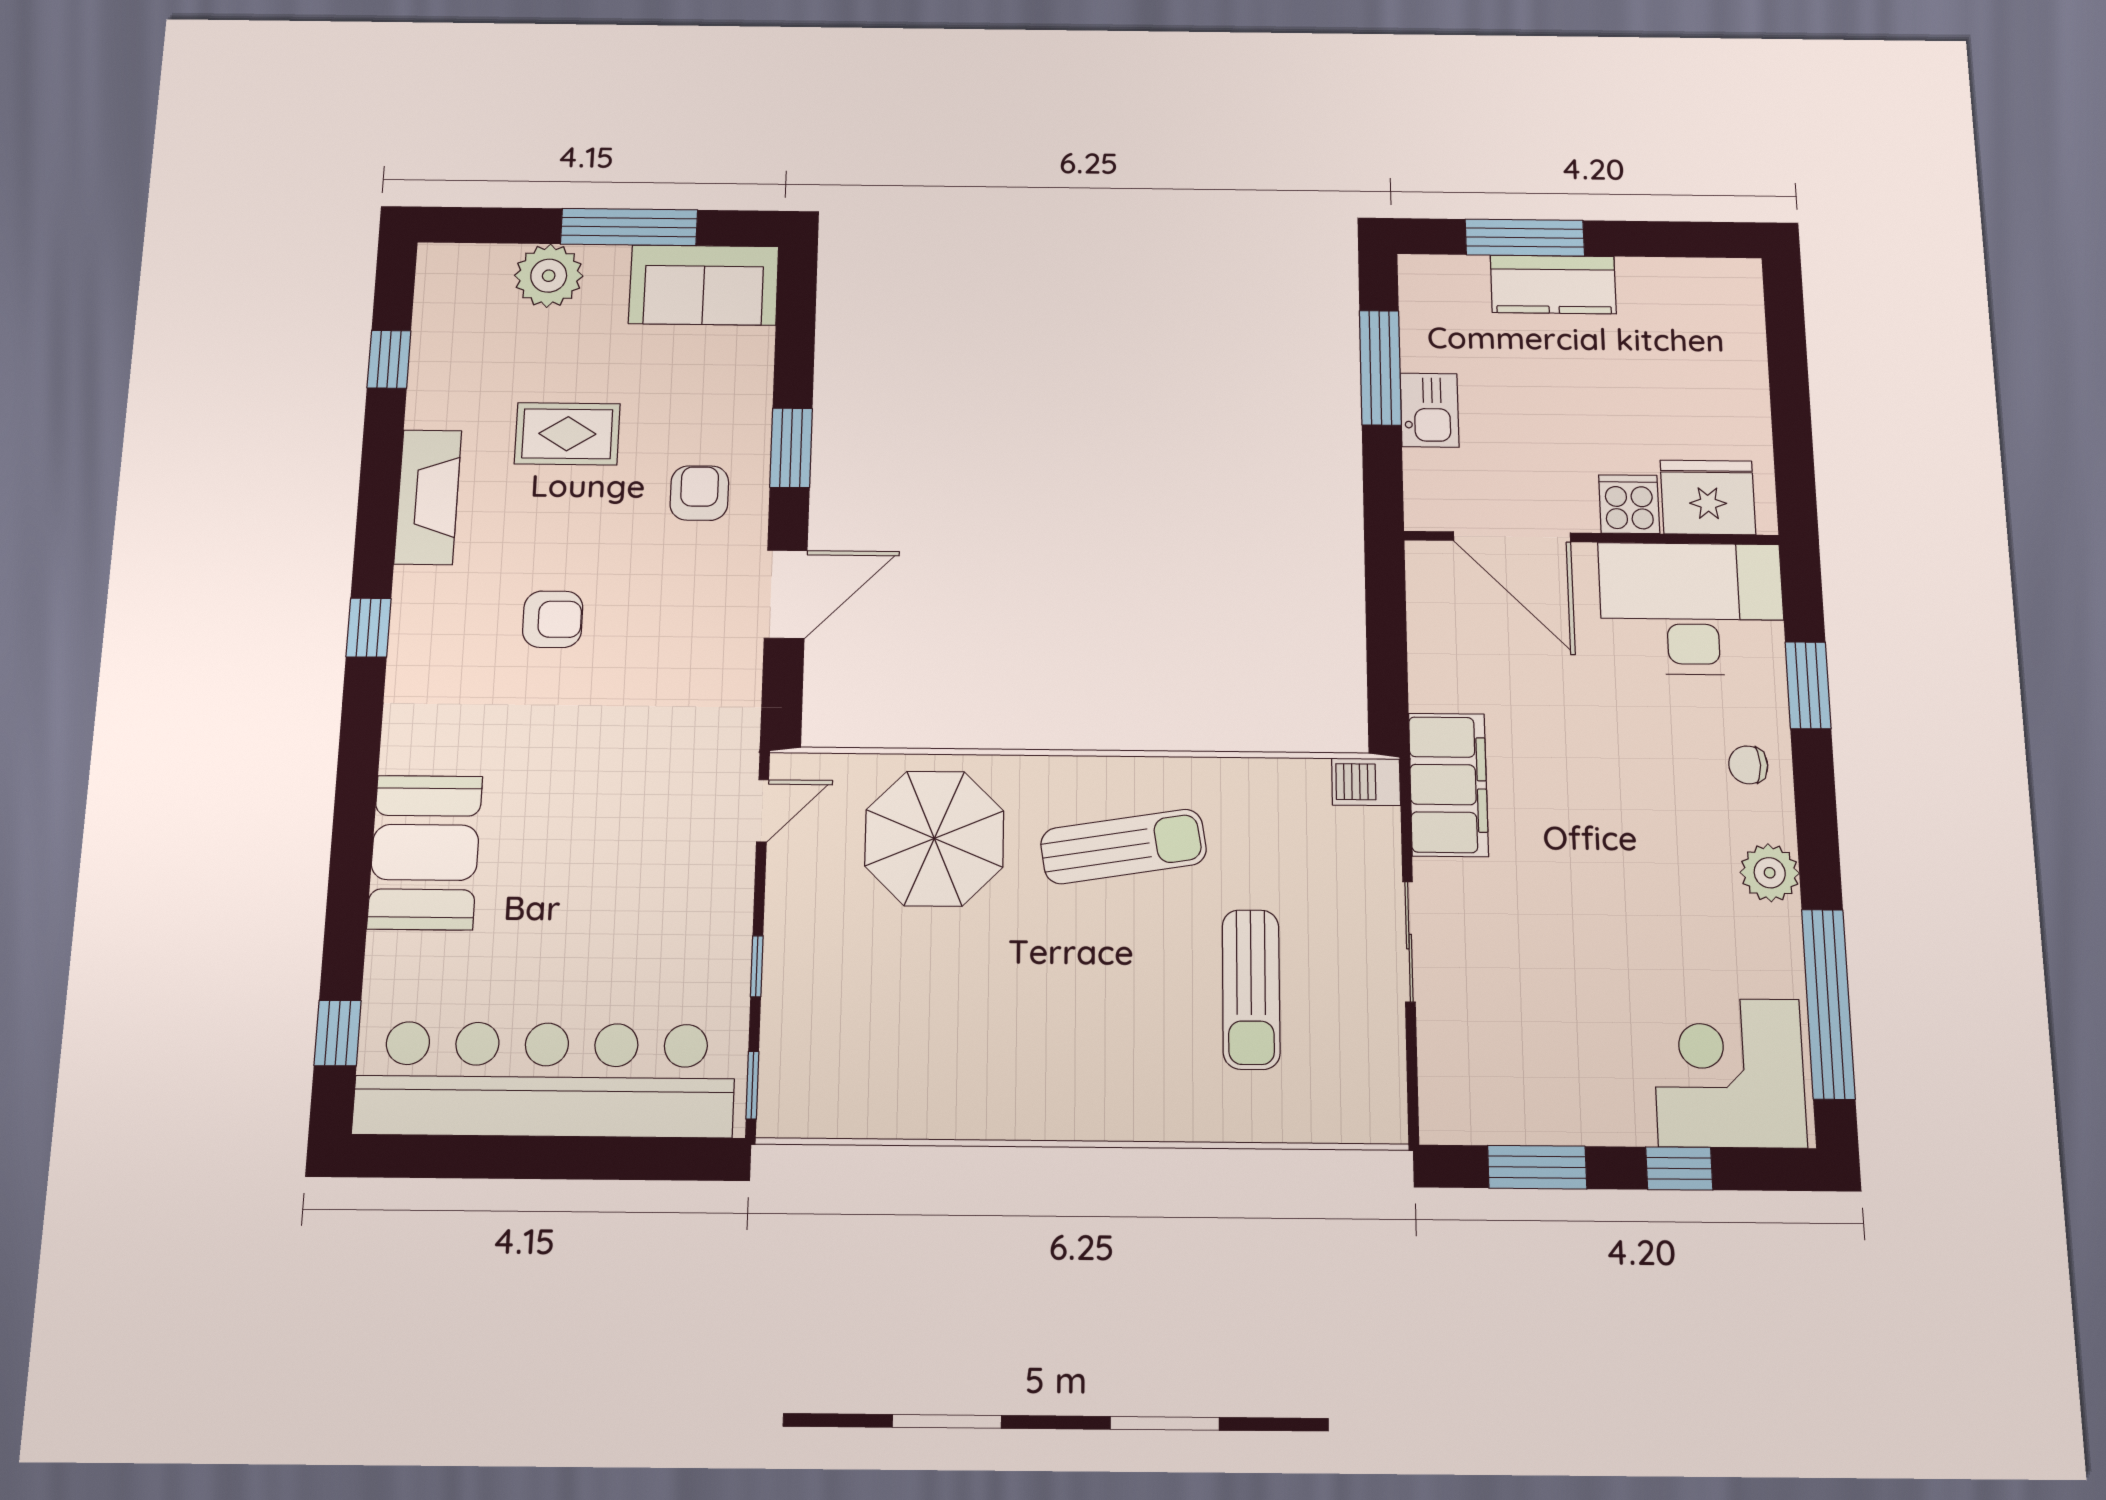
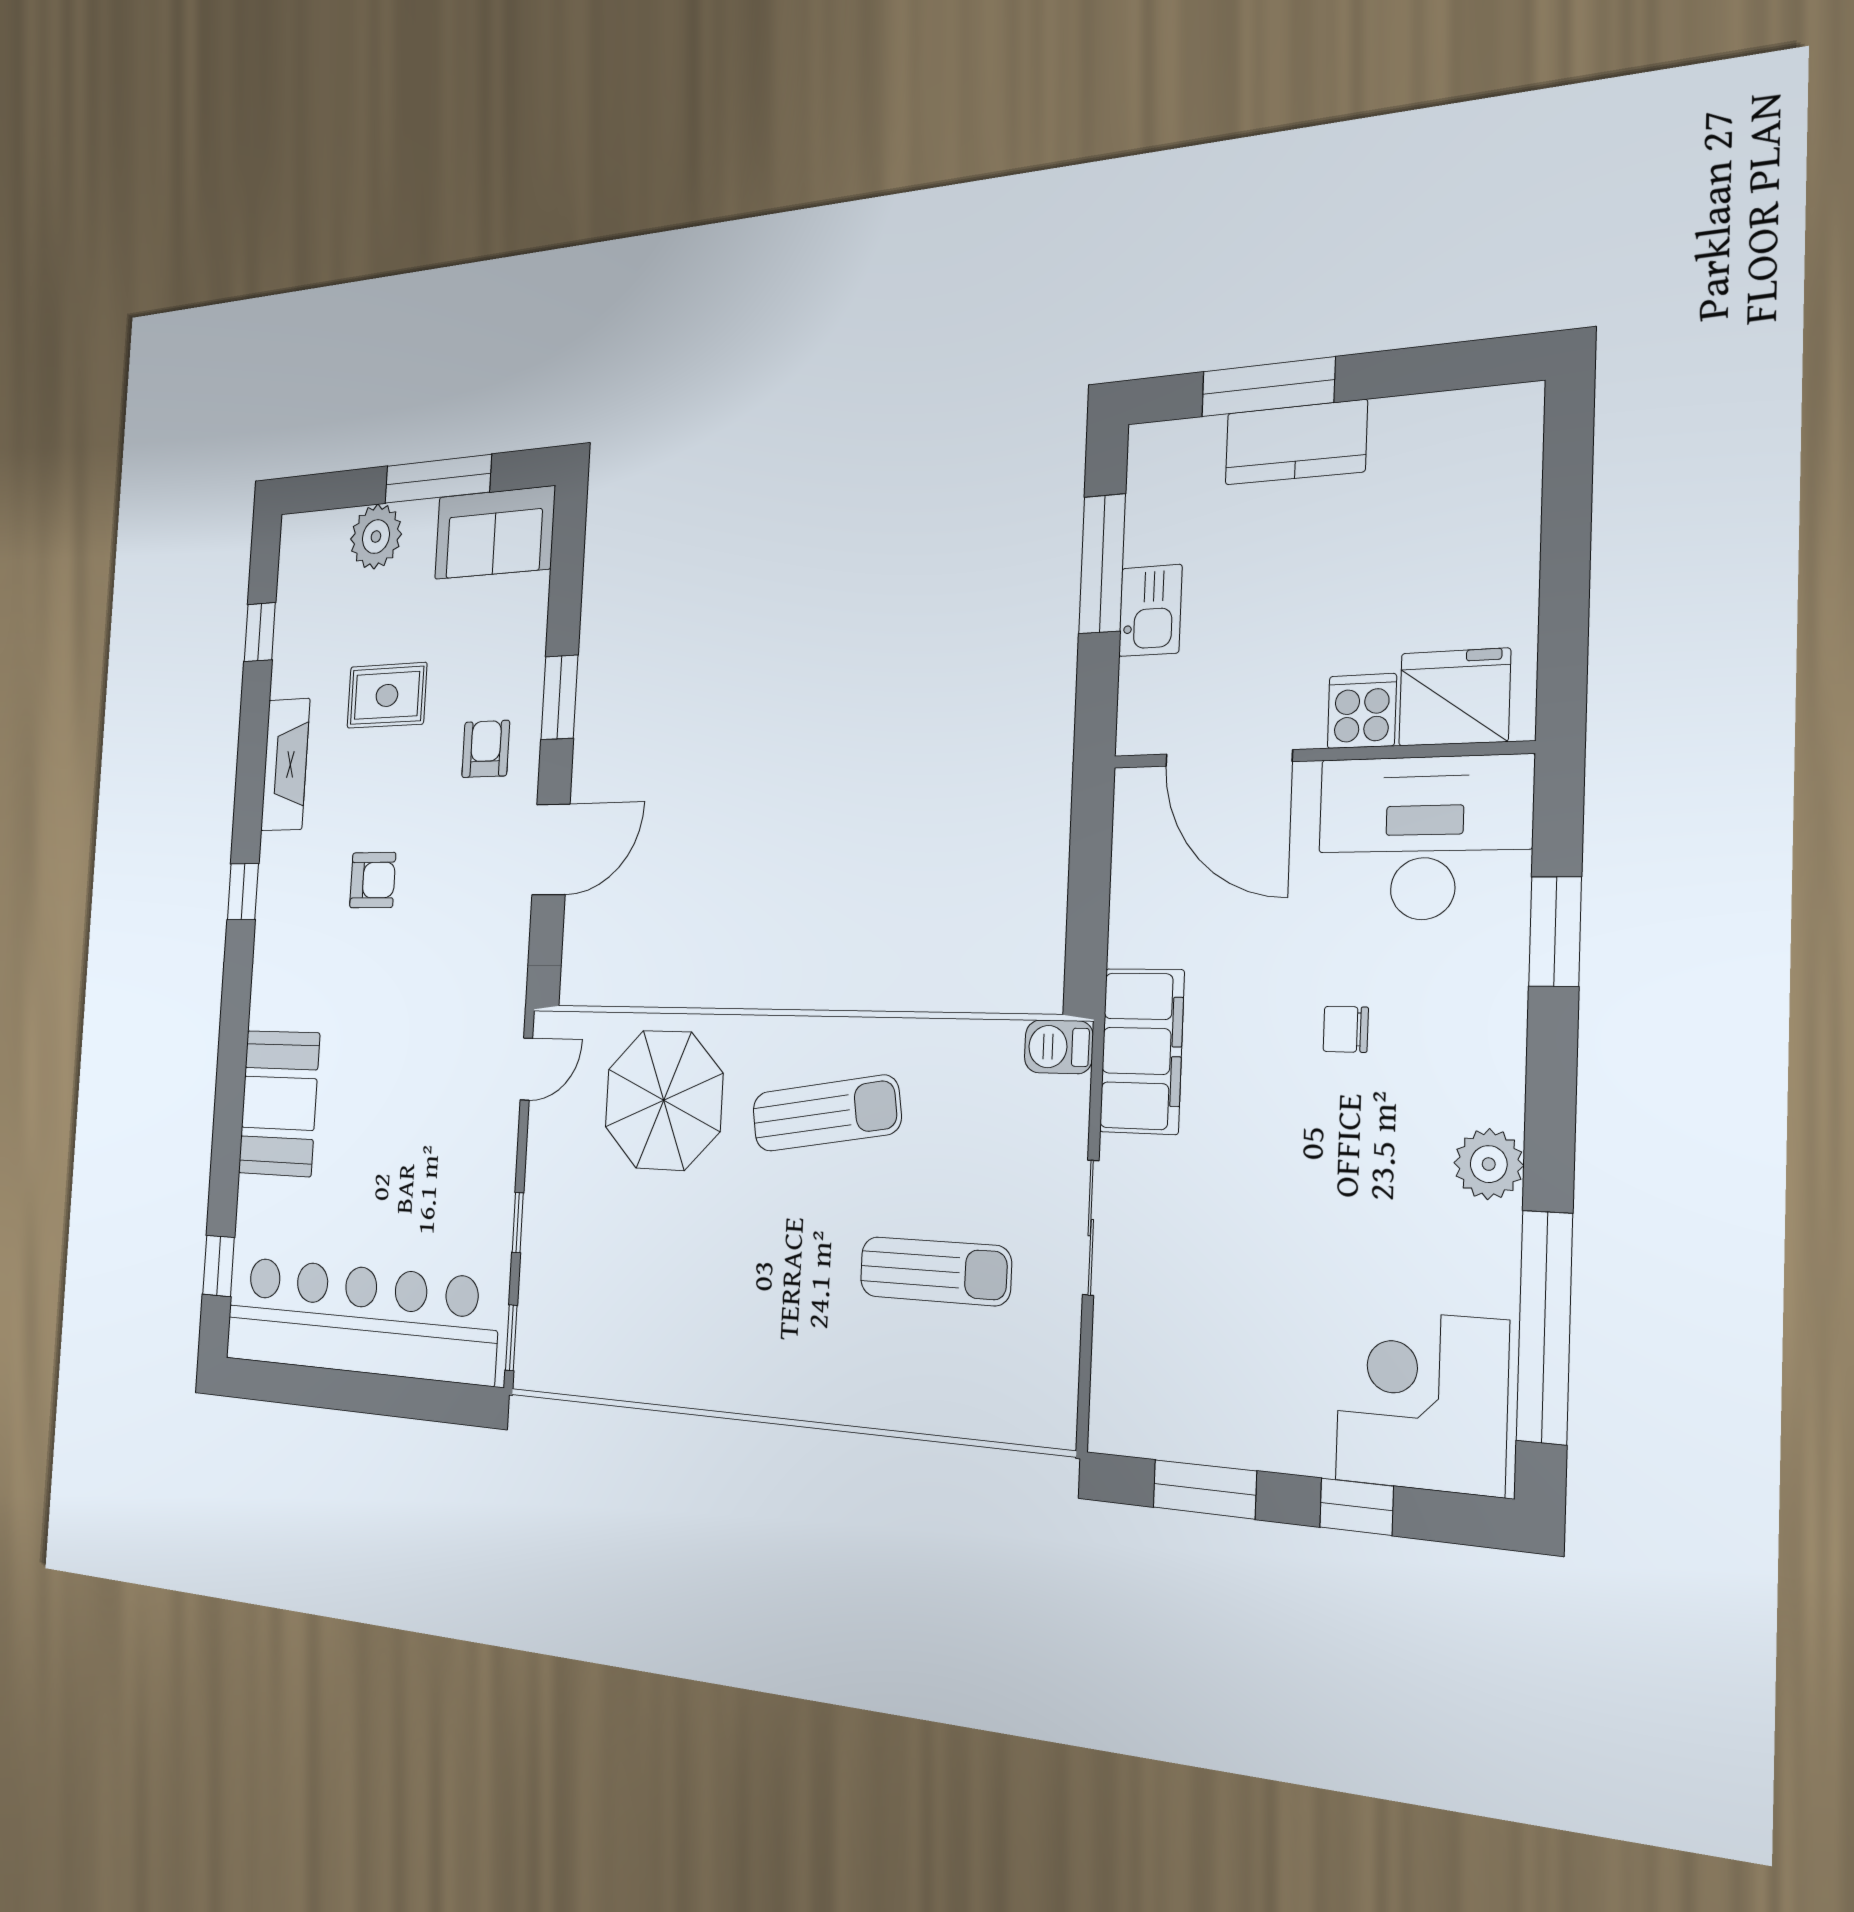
chair: (1748, 765) -> (1346, 1029), moved
sun lounger: (1251, 989) -> (935, 1271), turned -90

